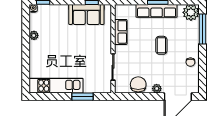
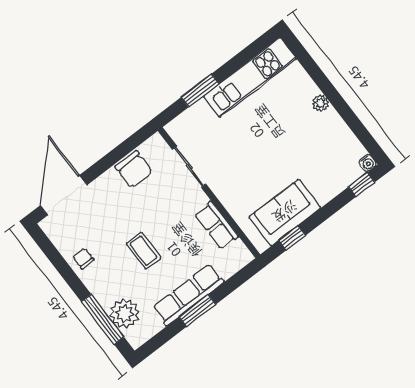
plant: (191, 12) -> (125, 314), moved
plant: (34, 35) -> (320, 103), moved
plant: (157, 89) -> (103, 184), removed

